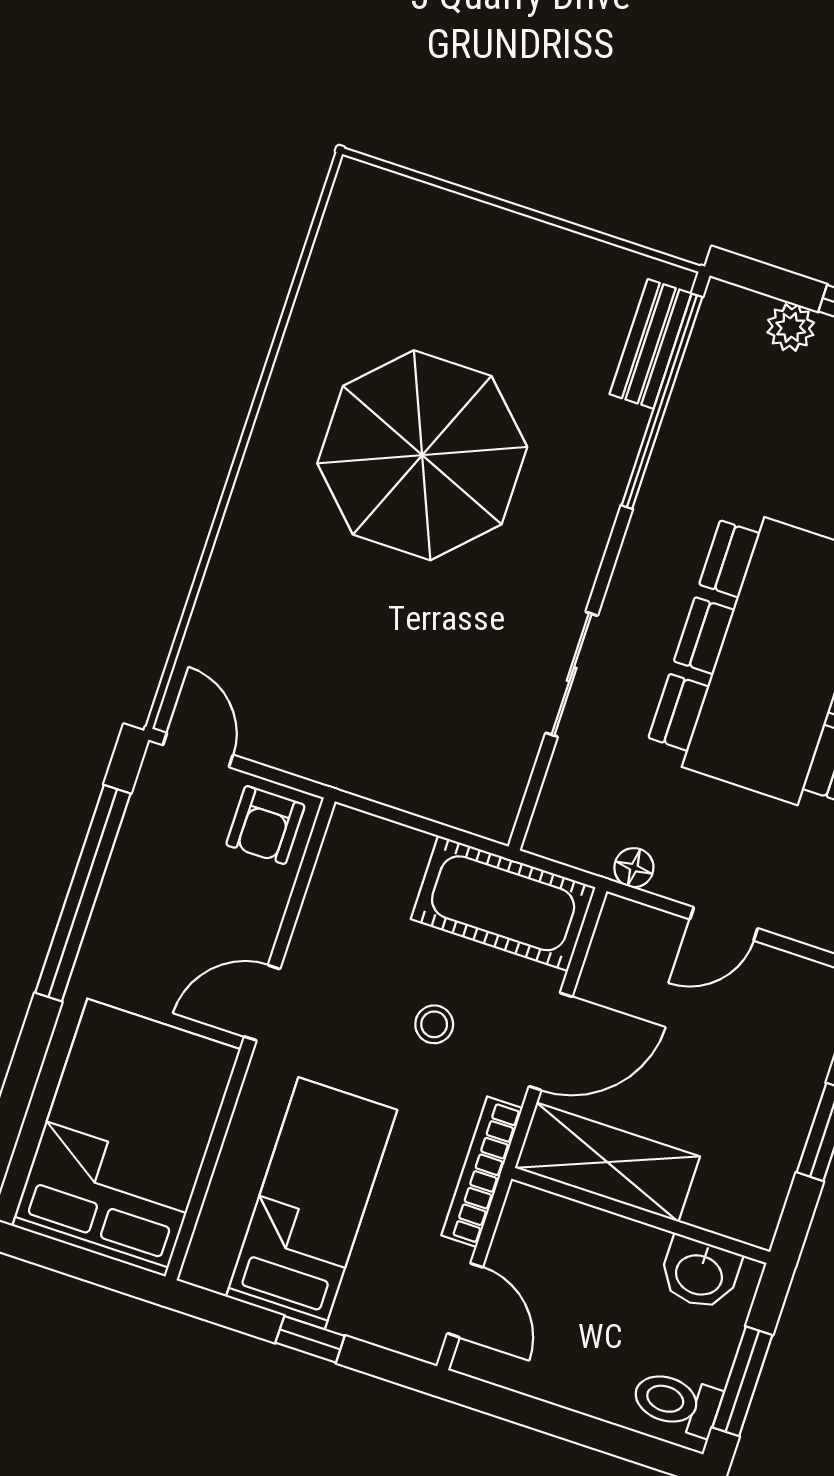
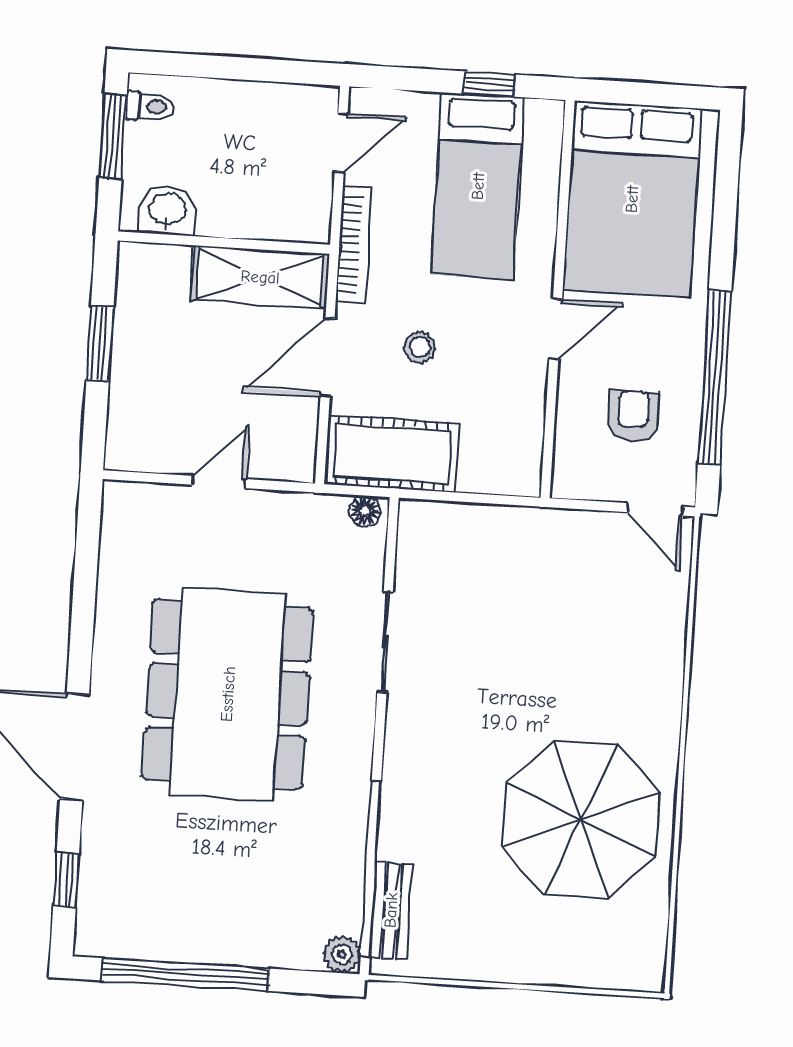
plant: (791, 327) -> (342, 954), moved
parasol: (422, 455) -> (581, 820), moved
armchair: (265, 825) -> (633, 416), moved
floor lamp: (634, 868) -> (365, 511), moved
door: (465, 1300) -> (341, 143), swing flipped
window: (310, 1339) -> (489, 84), moved
toilet: (676, 1402) -> (150, 106), width x0.73, depth x0.72

